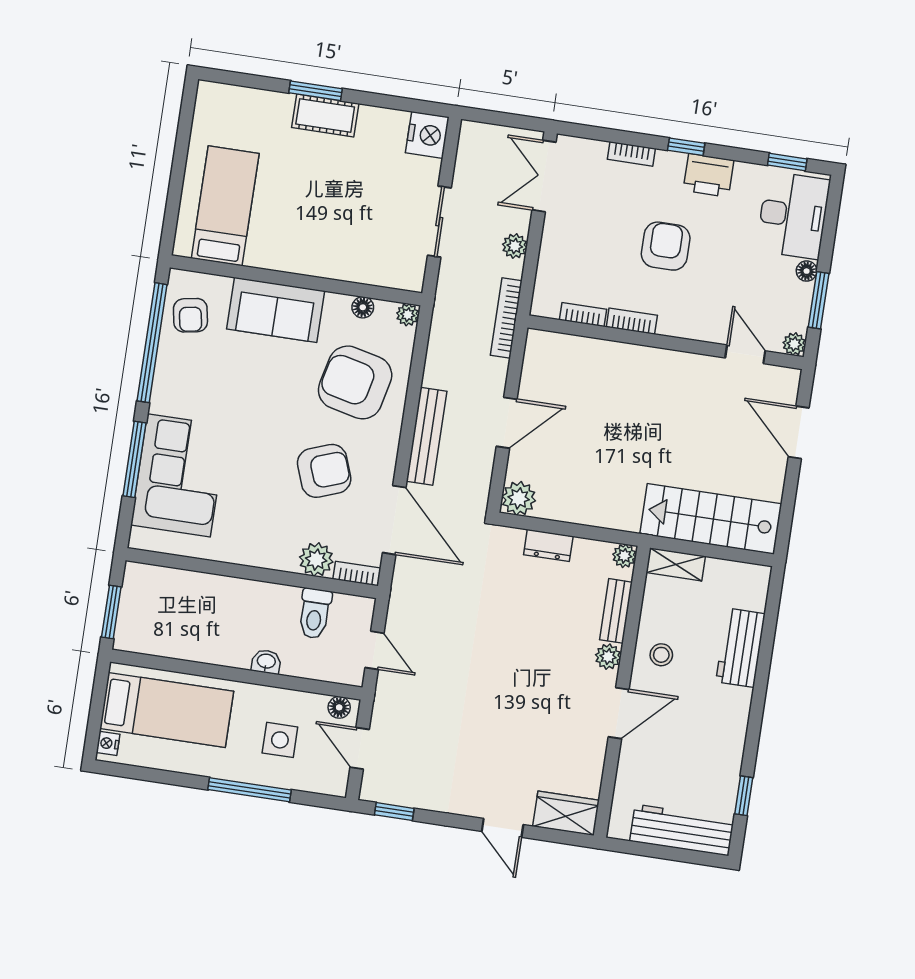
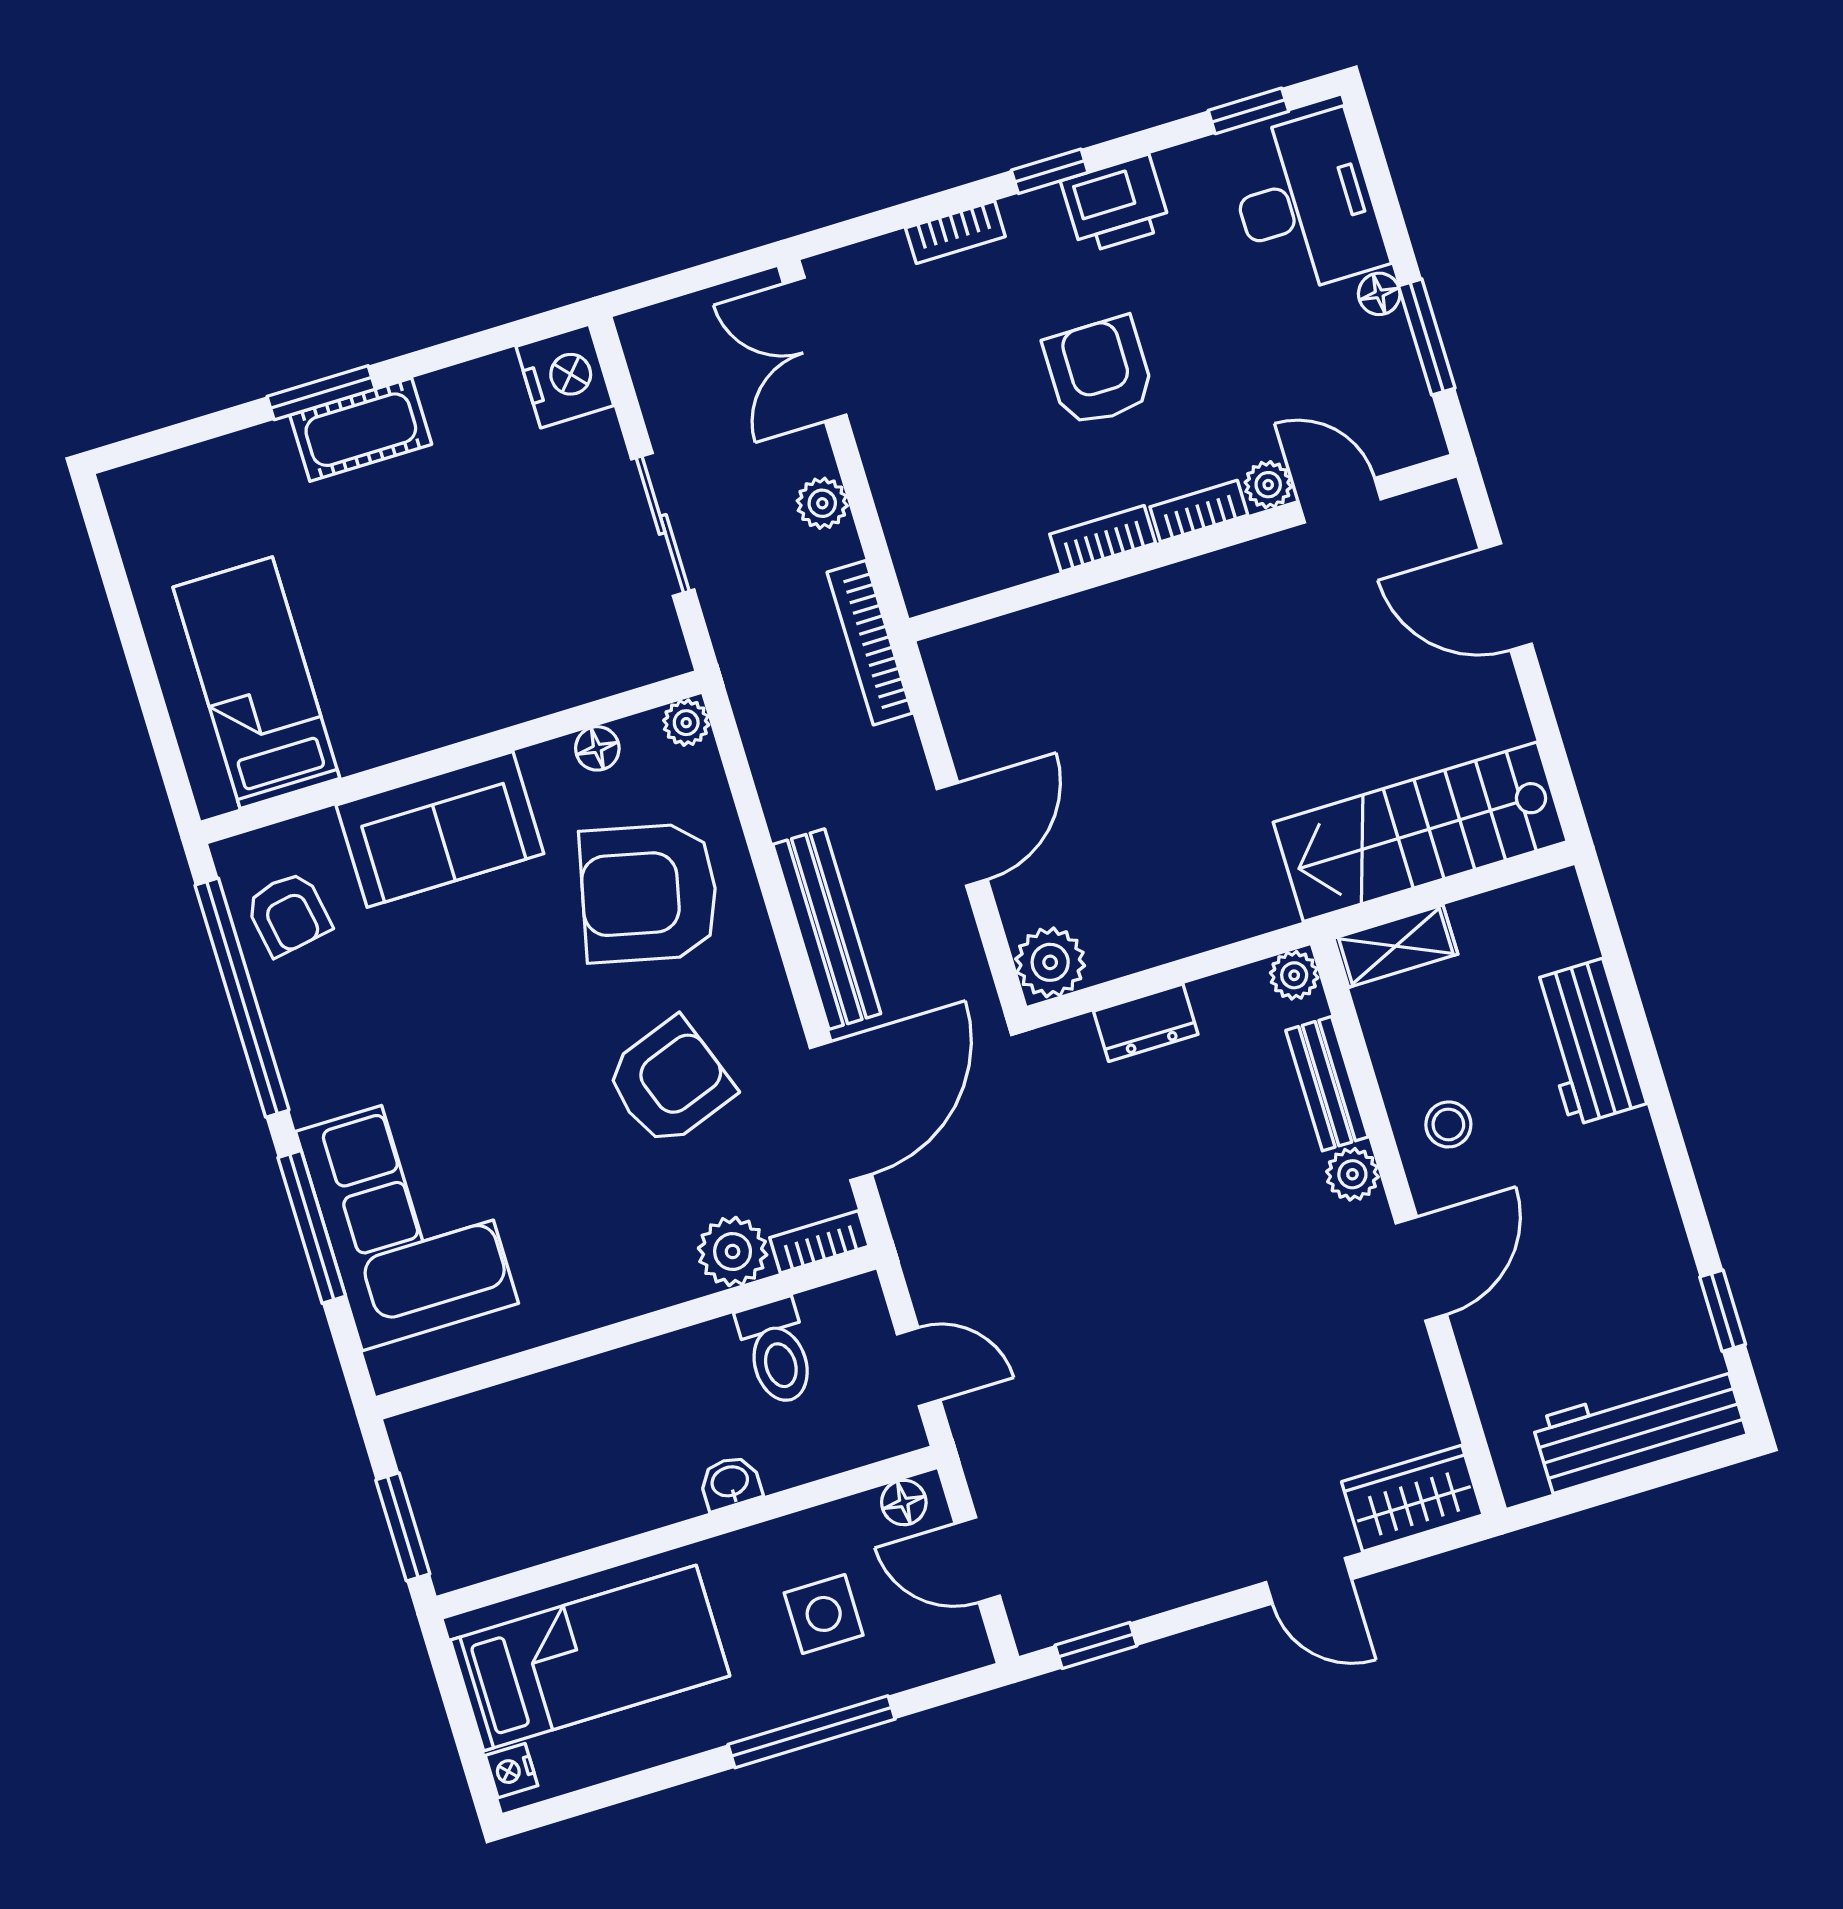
bookcase: (583, 315) -> (1199, 511), moved
plant: (794, 344) -> (1268, 485), moved
door: (394, 520) -> (841, 1111), hinge flipped

